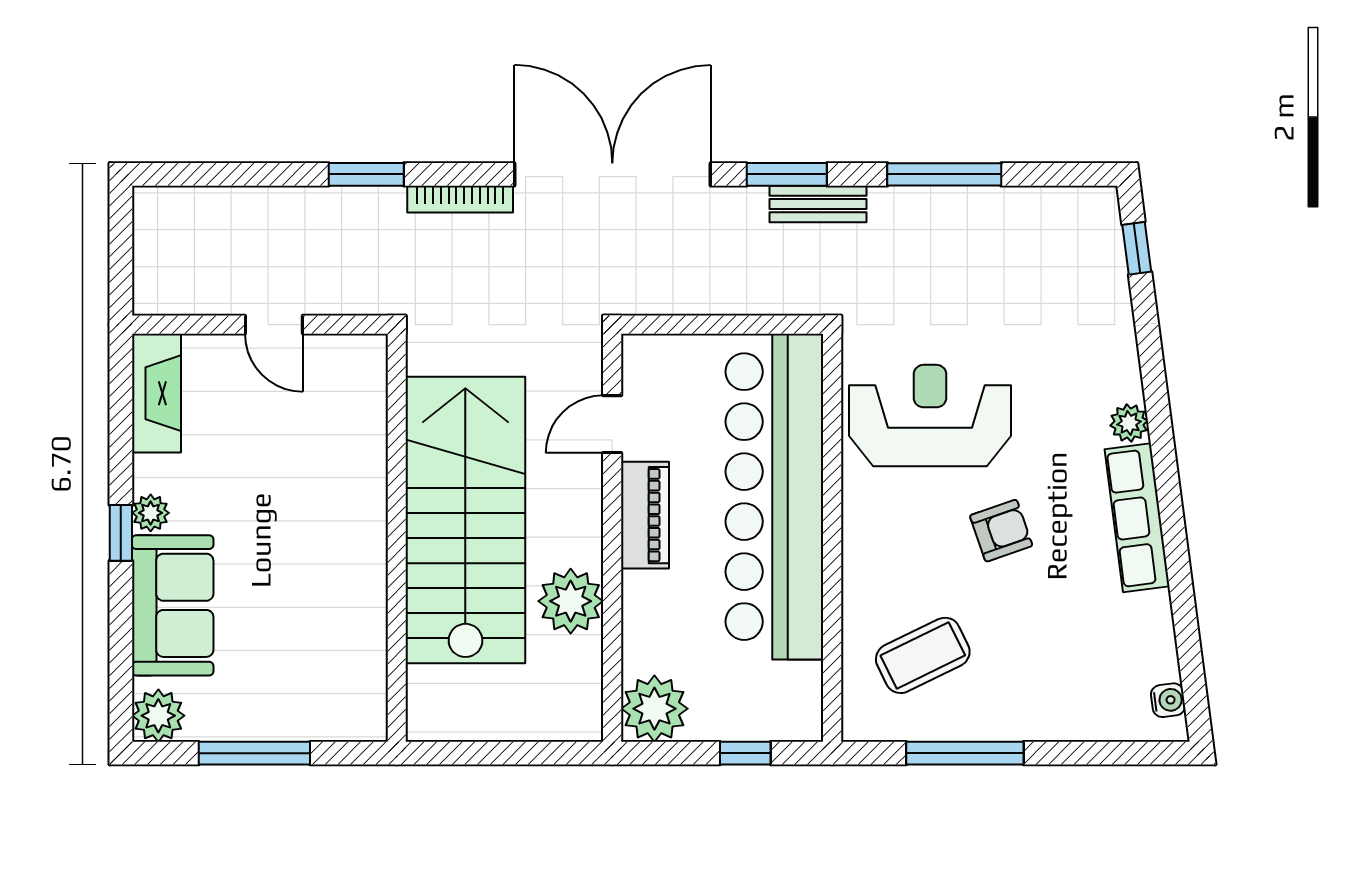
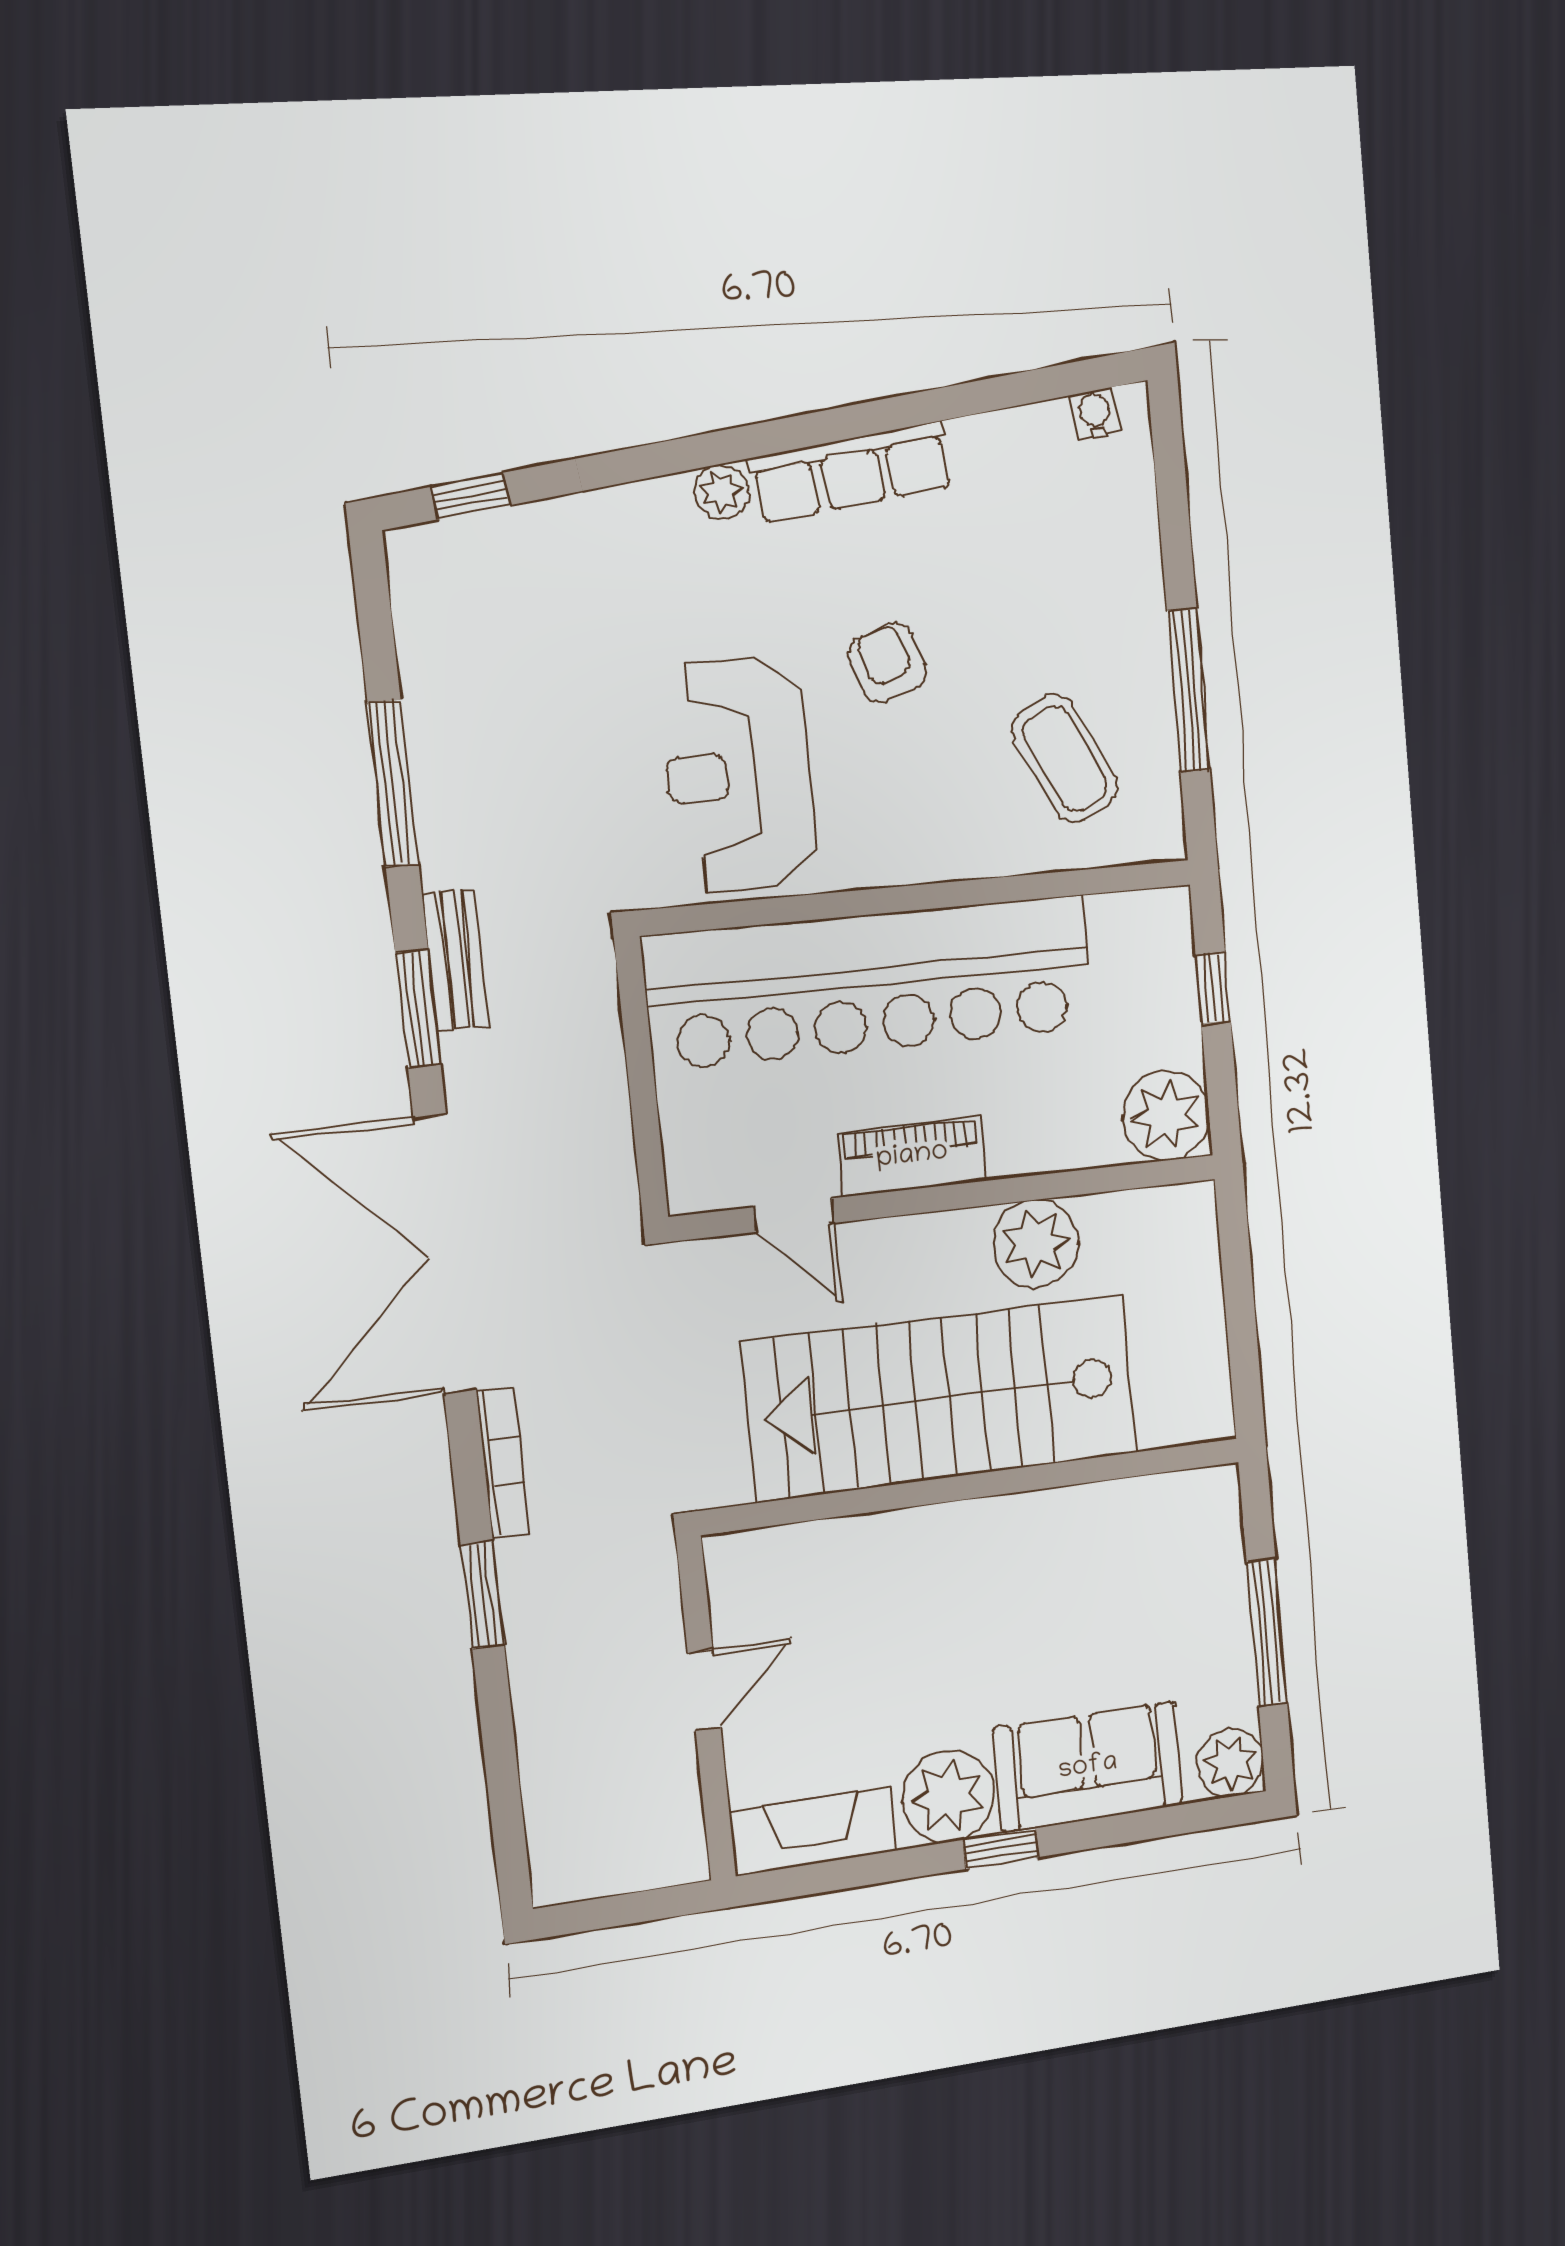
plant: (151, 513) -> (948, 1796), width x1.87, depth x1.87

